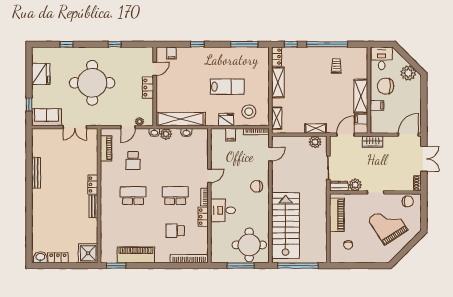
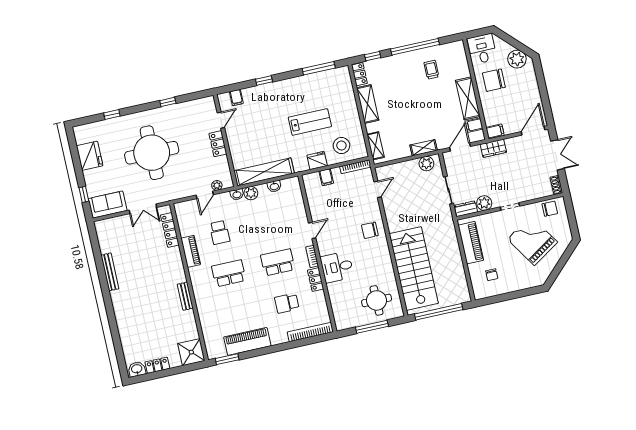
filing cabinet: (377, 105) -> (495, 131), moved
piano: (106, 148) -> (191, 251), moved
locker: (93, 185) -> (170, 230), moved, width x1.53
round table: (249, 245) -> (377, 300), width x0.73, depth x0.73

